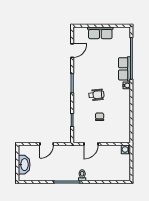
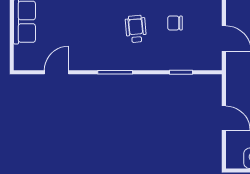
door: (72, 51) -> (57, 72), hinge flipped

